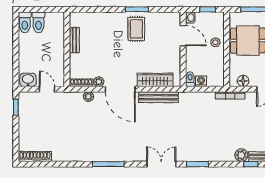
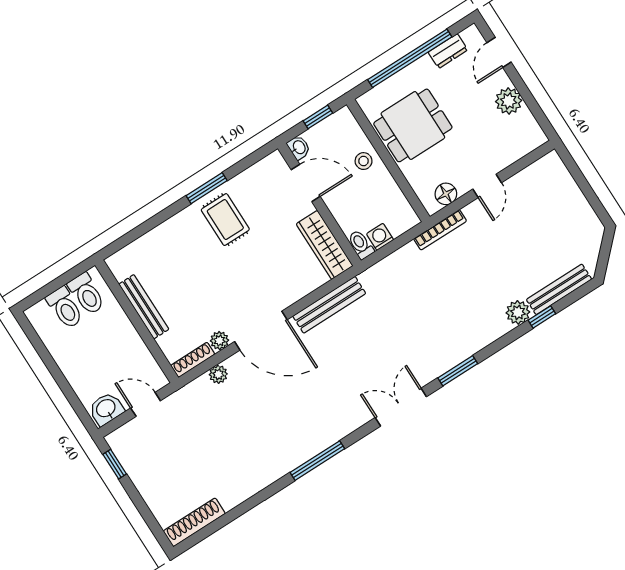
toilet: (25, 22) -> (87, 294), moved
bench: (74, 40) -> (144, 307), width x1.36
wardrobe: (155, 80) -> (325, 245), moved, turned -90

